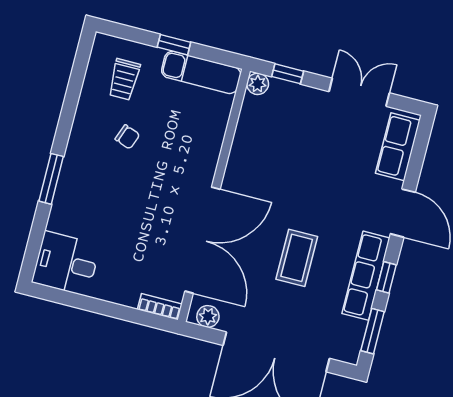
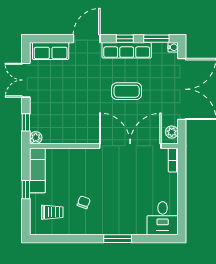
water cooler: (351, 356) -> (173, 47), added

